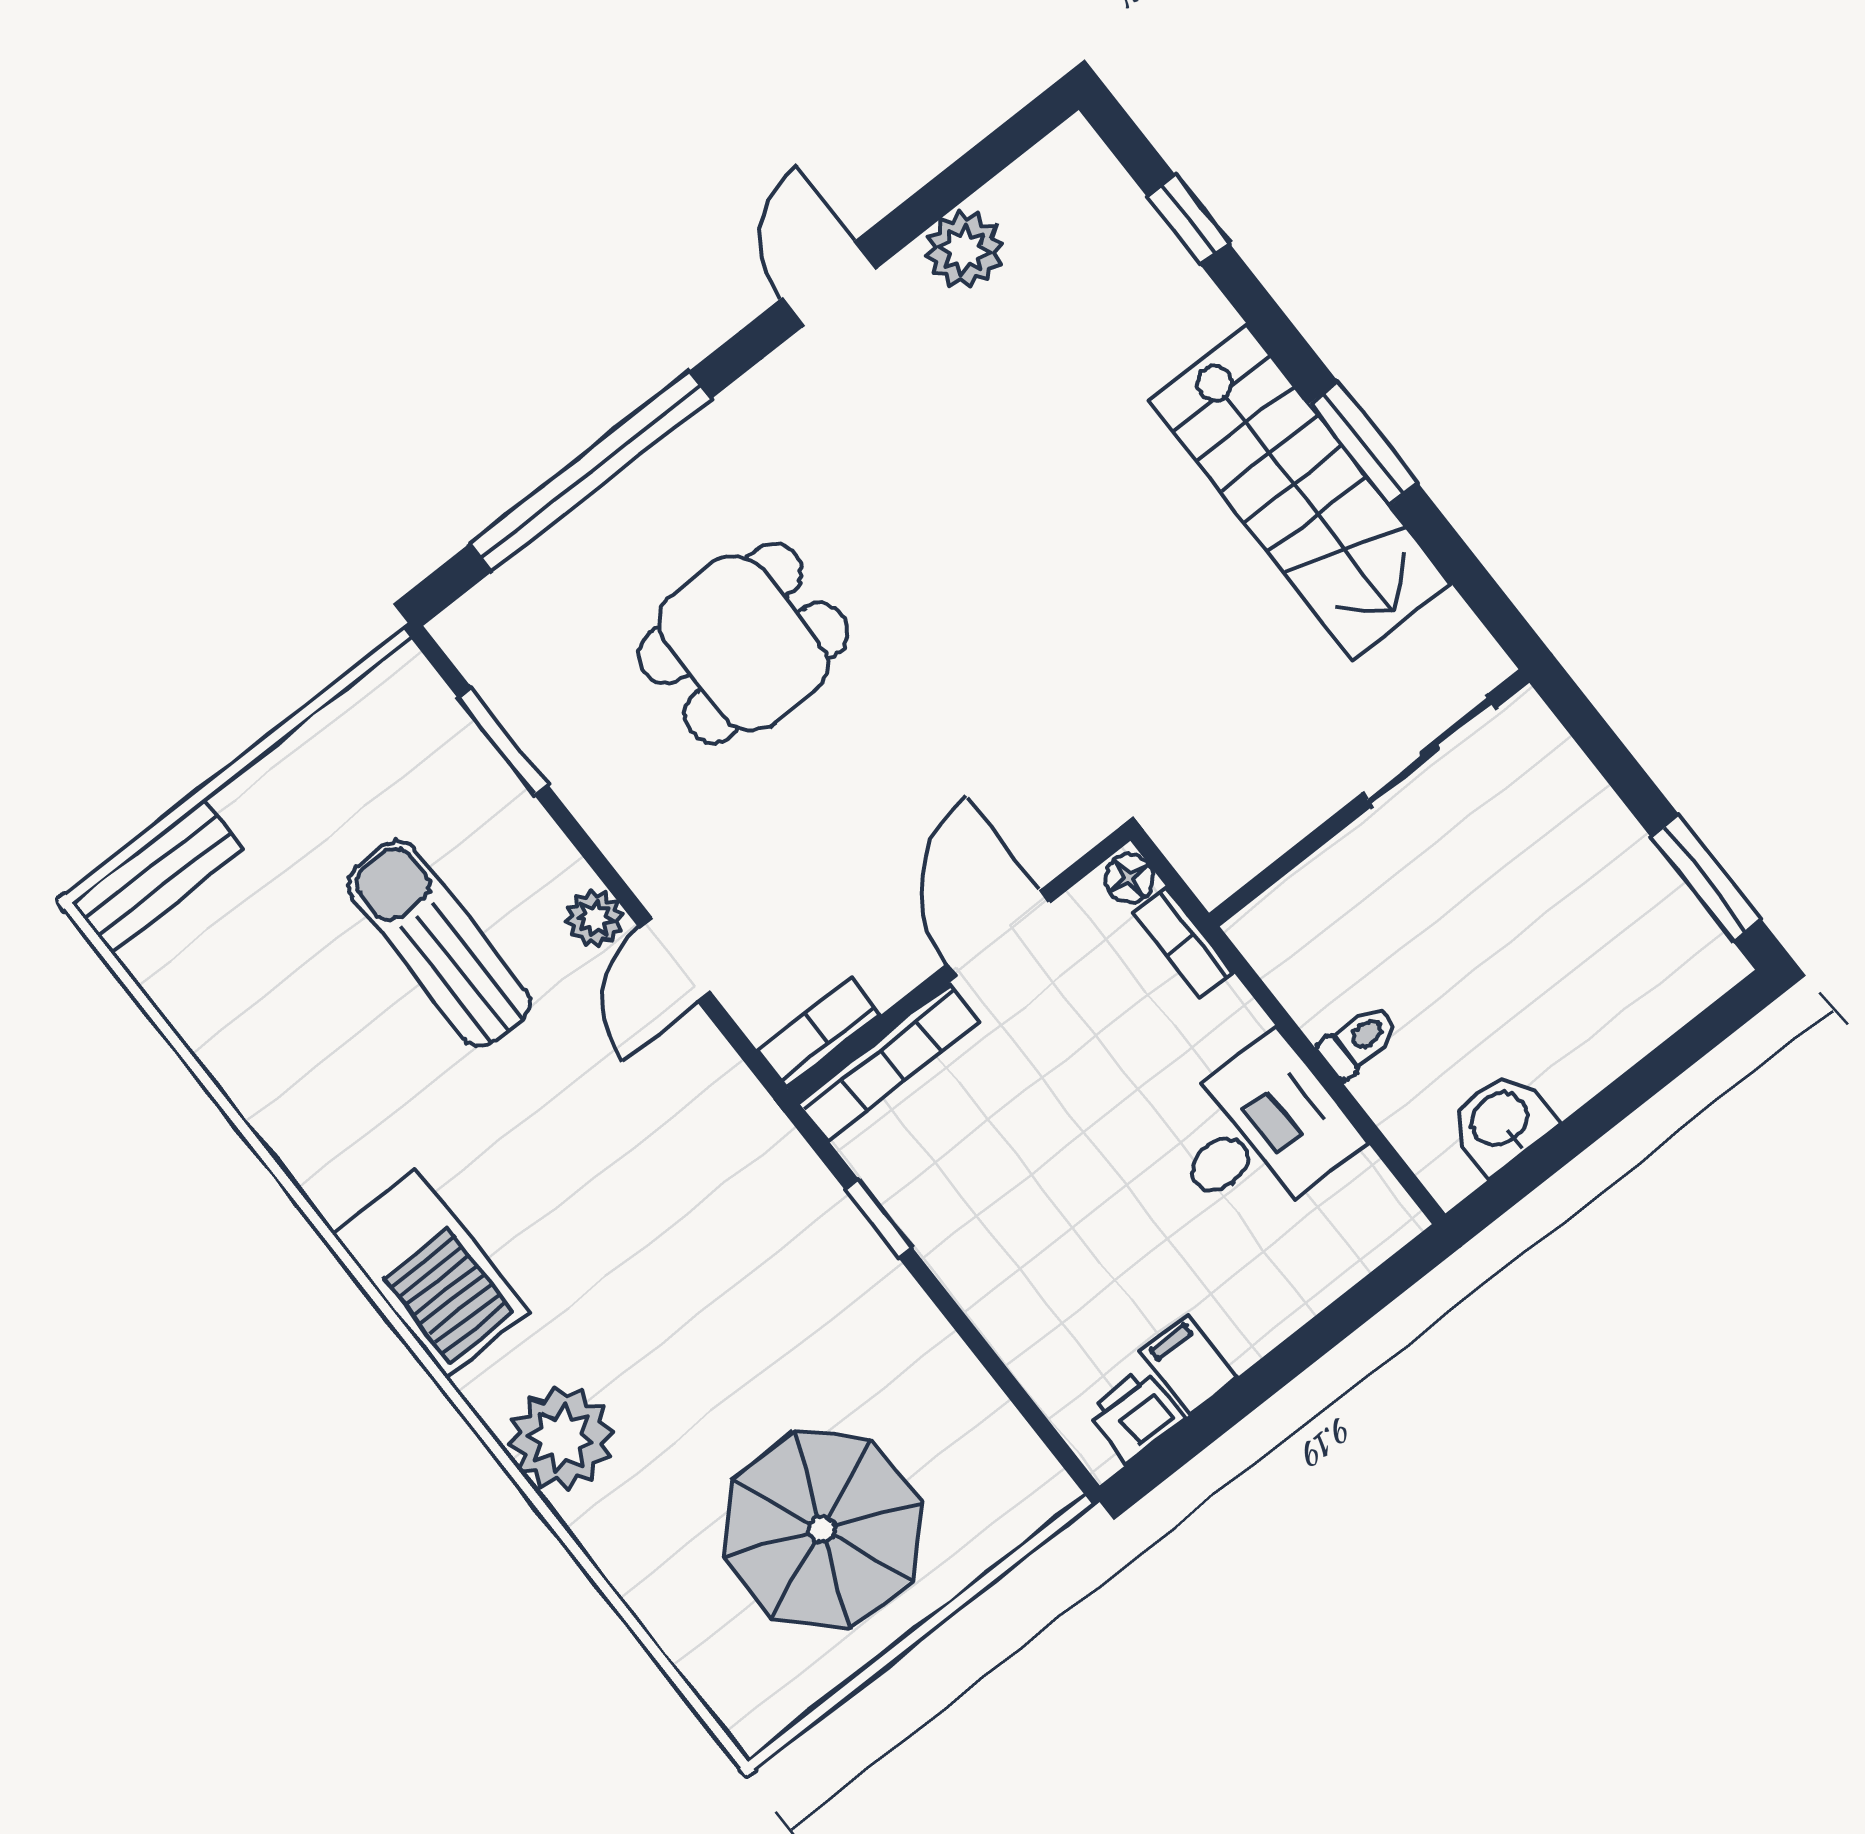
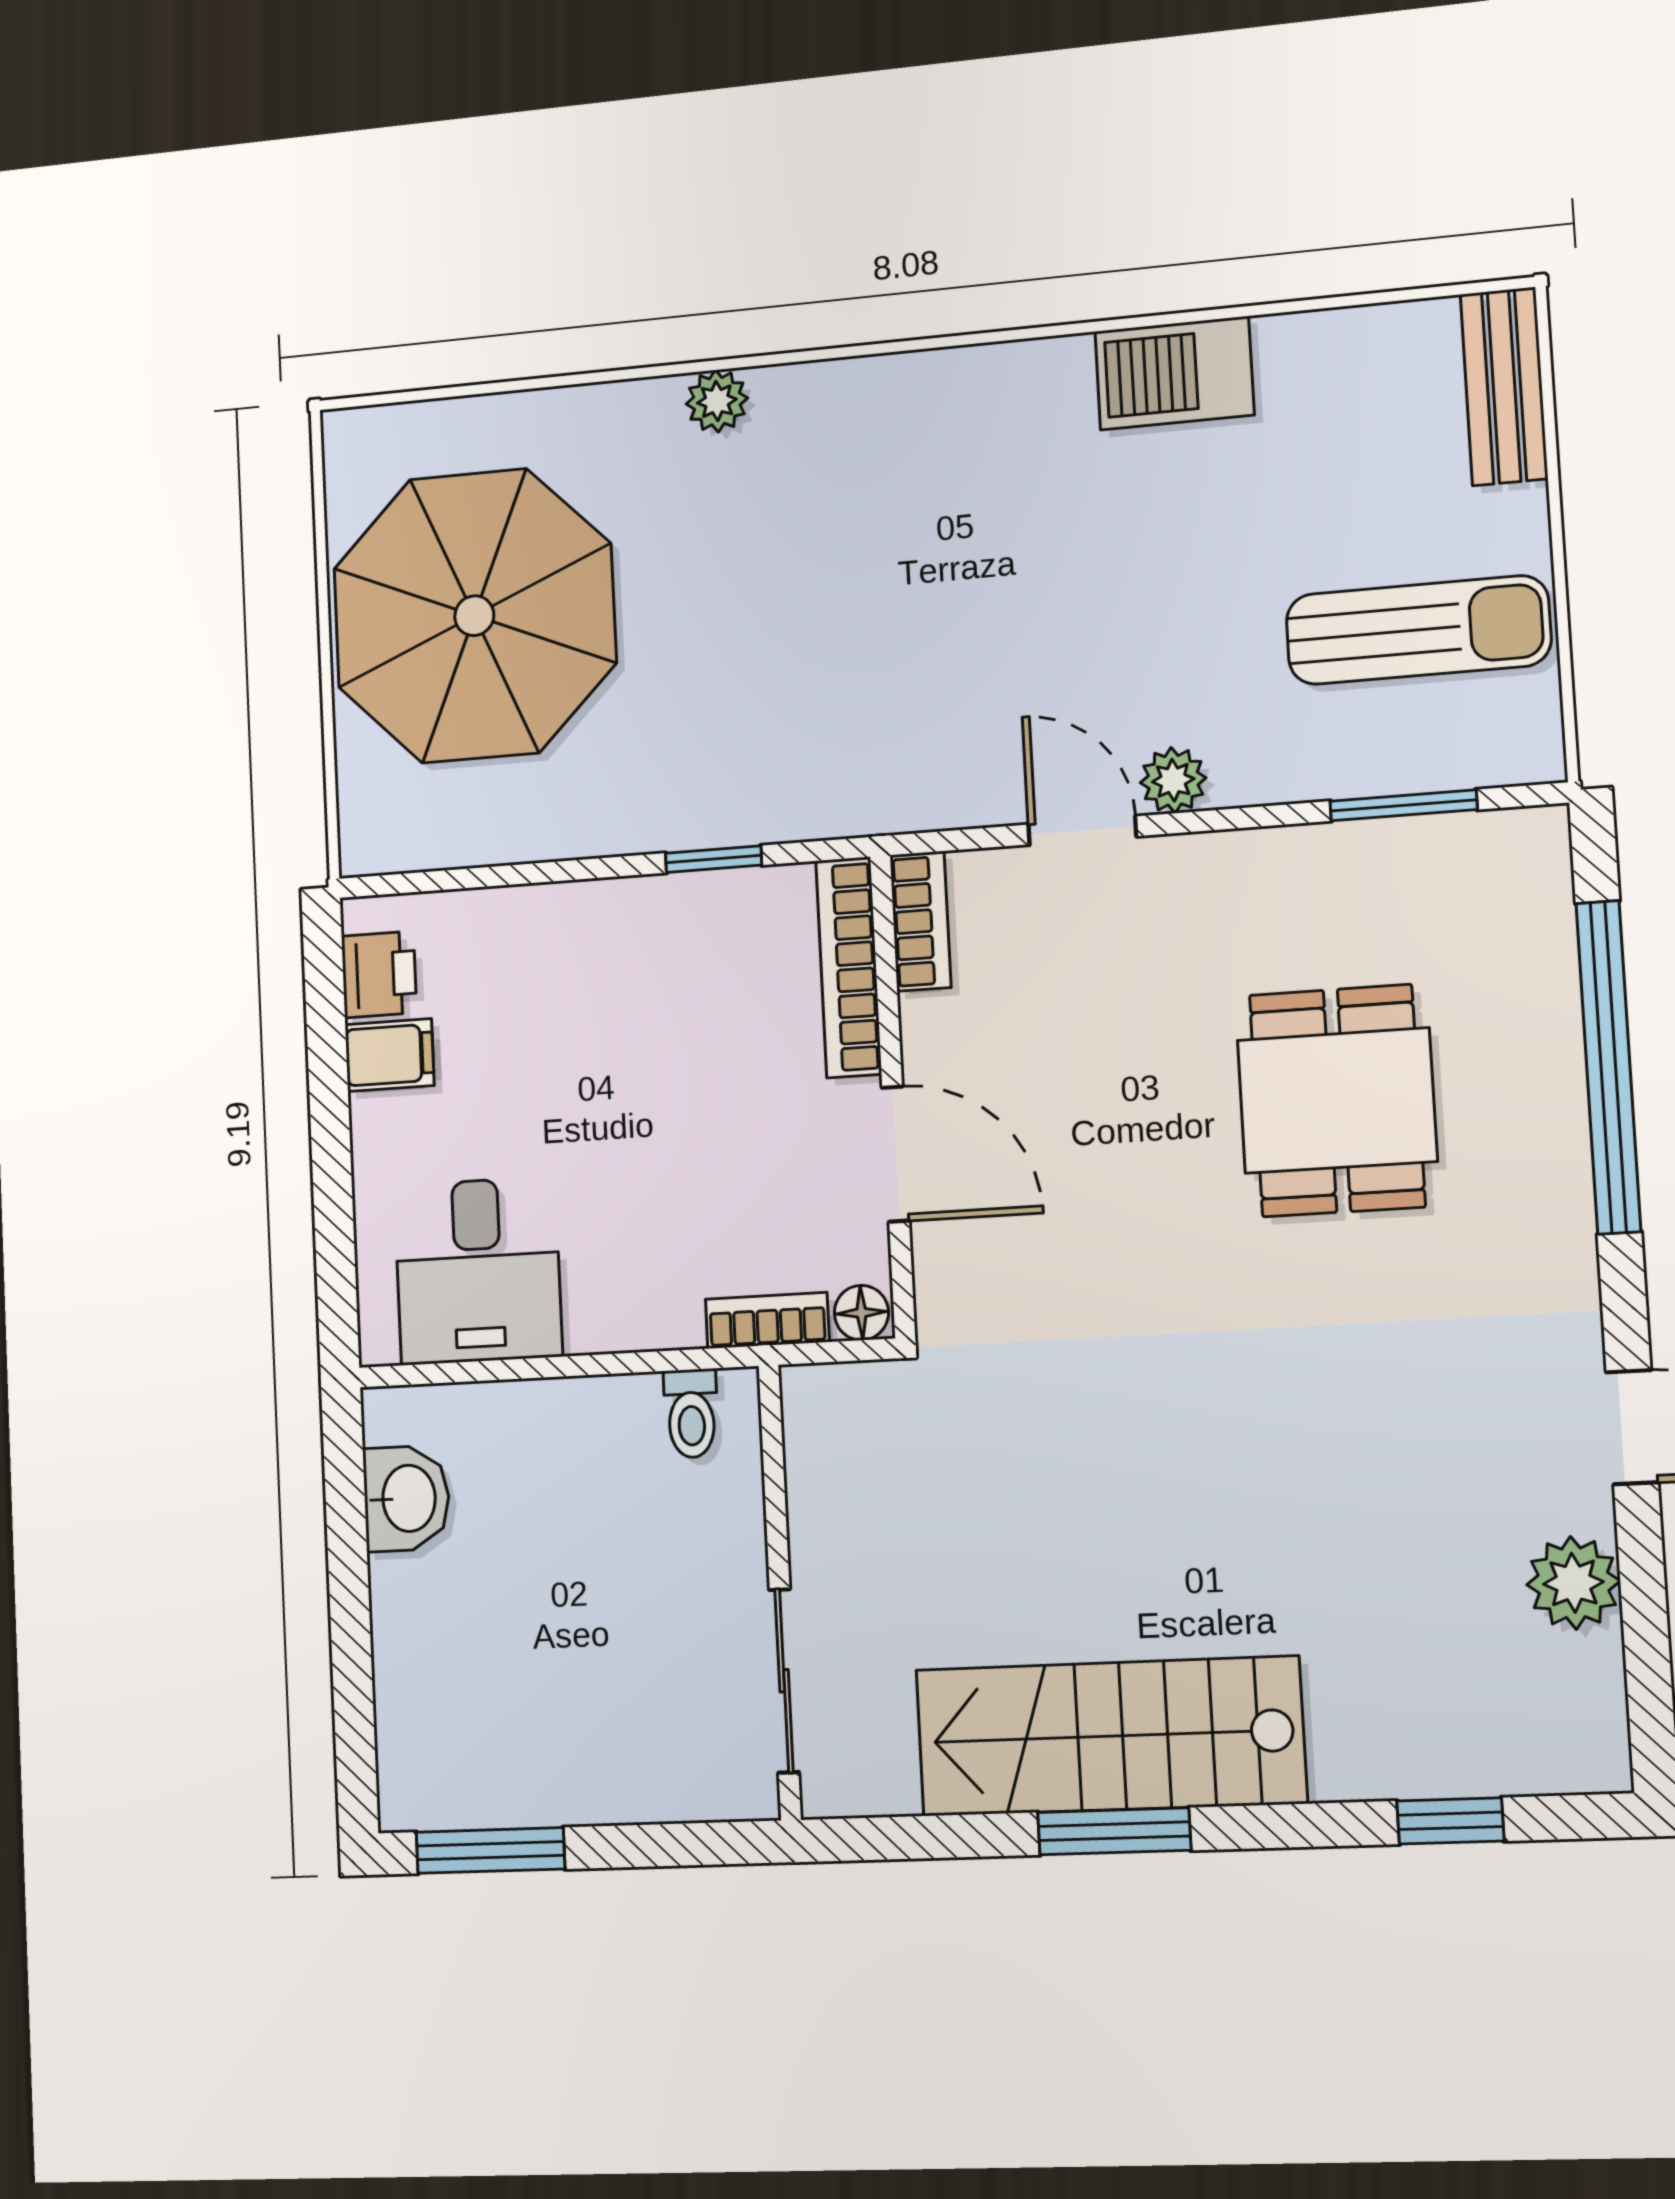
sun lounger: (439, 943) -> (1418, 630), moved
toilet: (1358, 1041) -> (691, 1413), moved
desk: (1259, 1134) -> (478, 1271), moved
barbecue: (431, 1273) -> (1174, 373), moved, width x0.73, depth x0.83
plant: (561, 1439) -> (717, 401), width x0.53, depth x0.53
parasol: (822, 1530) -> (474, 616), width x1.36, depth x1.36

